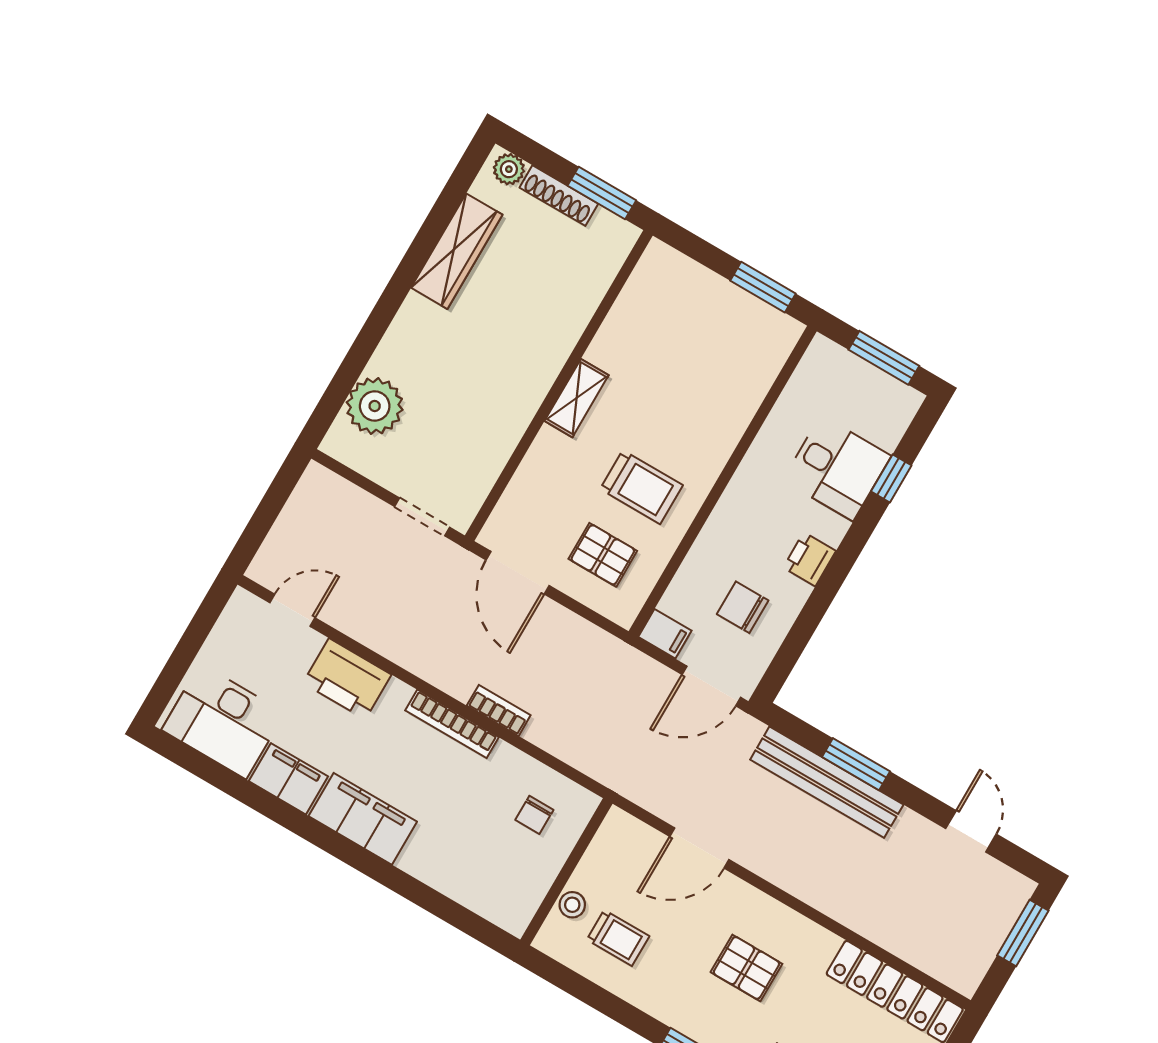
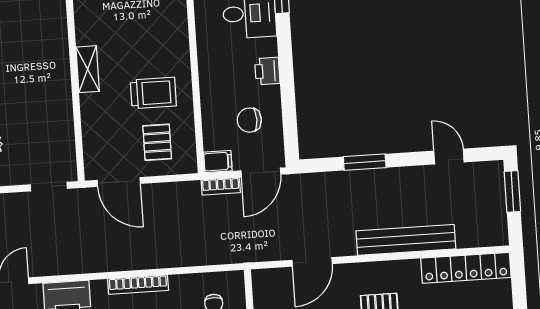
pallet: (603, 555) -> (157, 142), turned 90
bookcase: (499, 710) -> (221, 186), moved, turned 180
bench: (827, 782) -> (406, 240), moved

